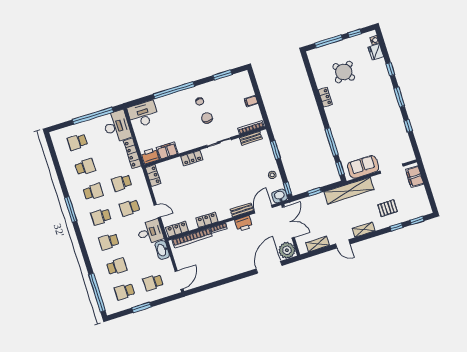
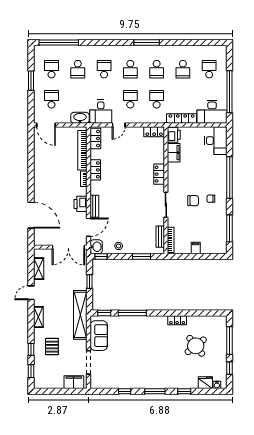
window: (222, 75) -> (230, 228), width x1.44
door: (263, 209) -> (89, 227), hinge flipped
school desk: (101, 217) -> (130, 69), turned 180
plant: (287, 250) -> (42, 237), removed

